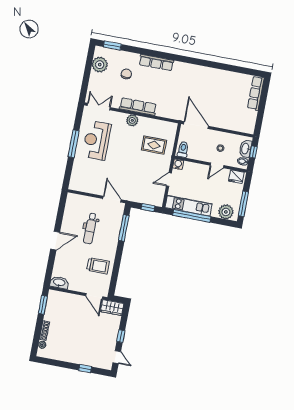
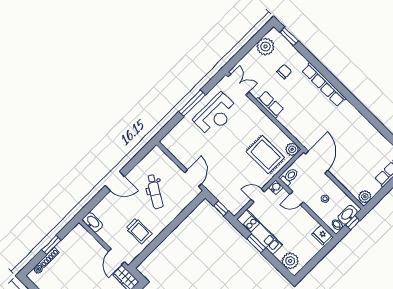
row of seats: (156, 62) -> (324, 85), width x1.36
row of seats: (138, 107) -> (270, 104), width x0.68
plant: (132, 120) -> (292, 149), moved
plant: (249, 127) -> (365, 197), added
reception desk: (97, 140) -> (216, 114), turned 180
rug: (154, 145) -> (265, 154), width x1.36, depth x1.43
door: (217, 165) -> (297, 198), moved
window: (243, 204) -> (311, 264), removed
window: (192, 216) -> (256, 243), width x0.47
dental chair: (90, 228) -> (155, 192), turned -59
window: (124, 228) -> (186, 212), removed
window: (43, 305) -> (51, 245), moved

